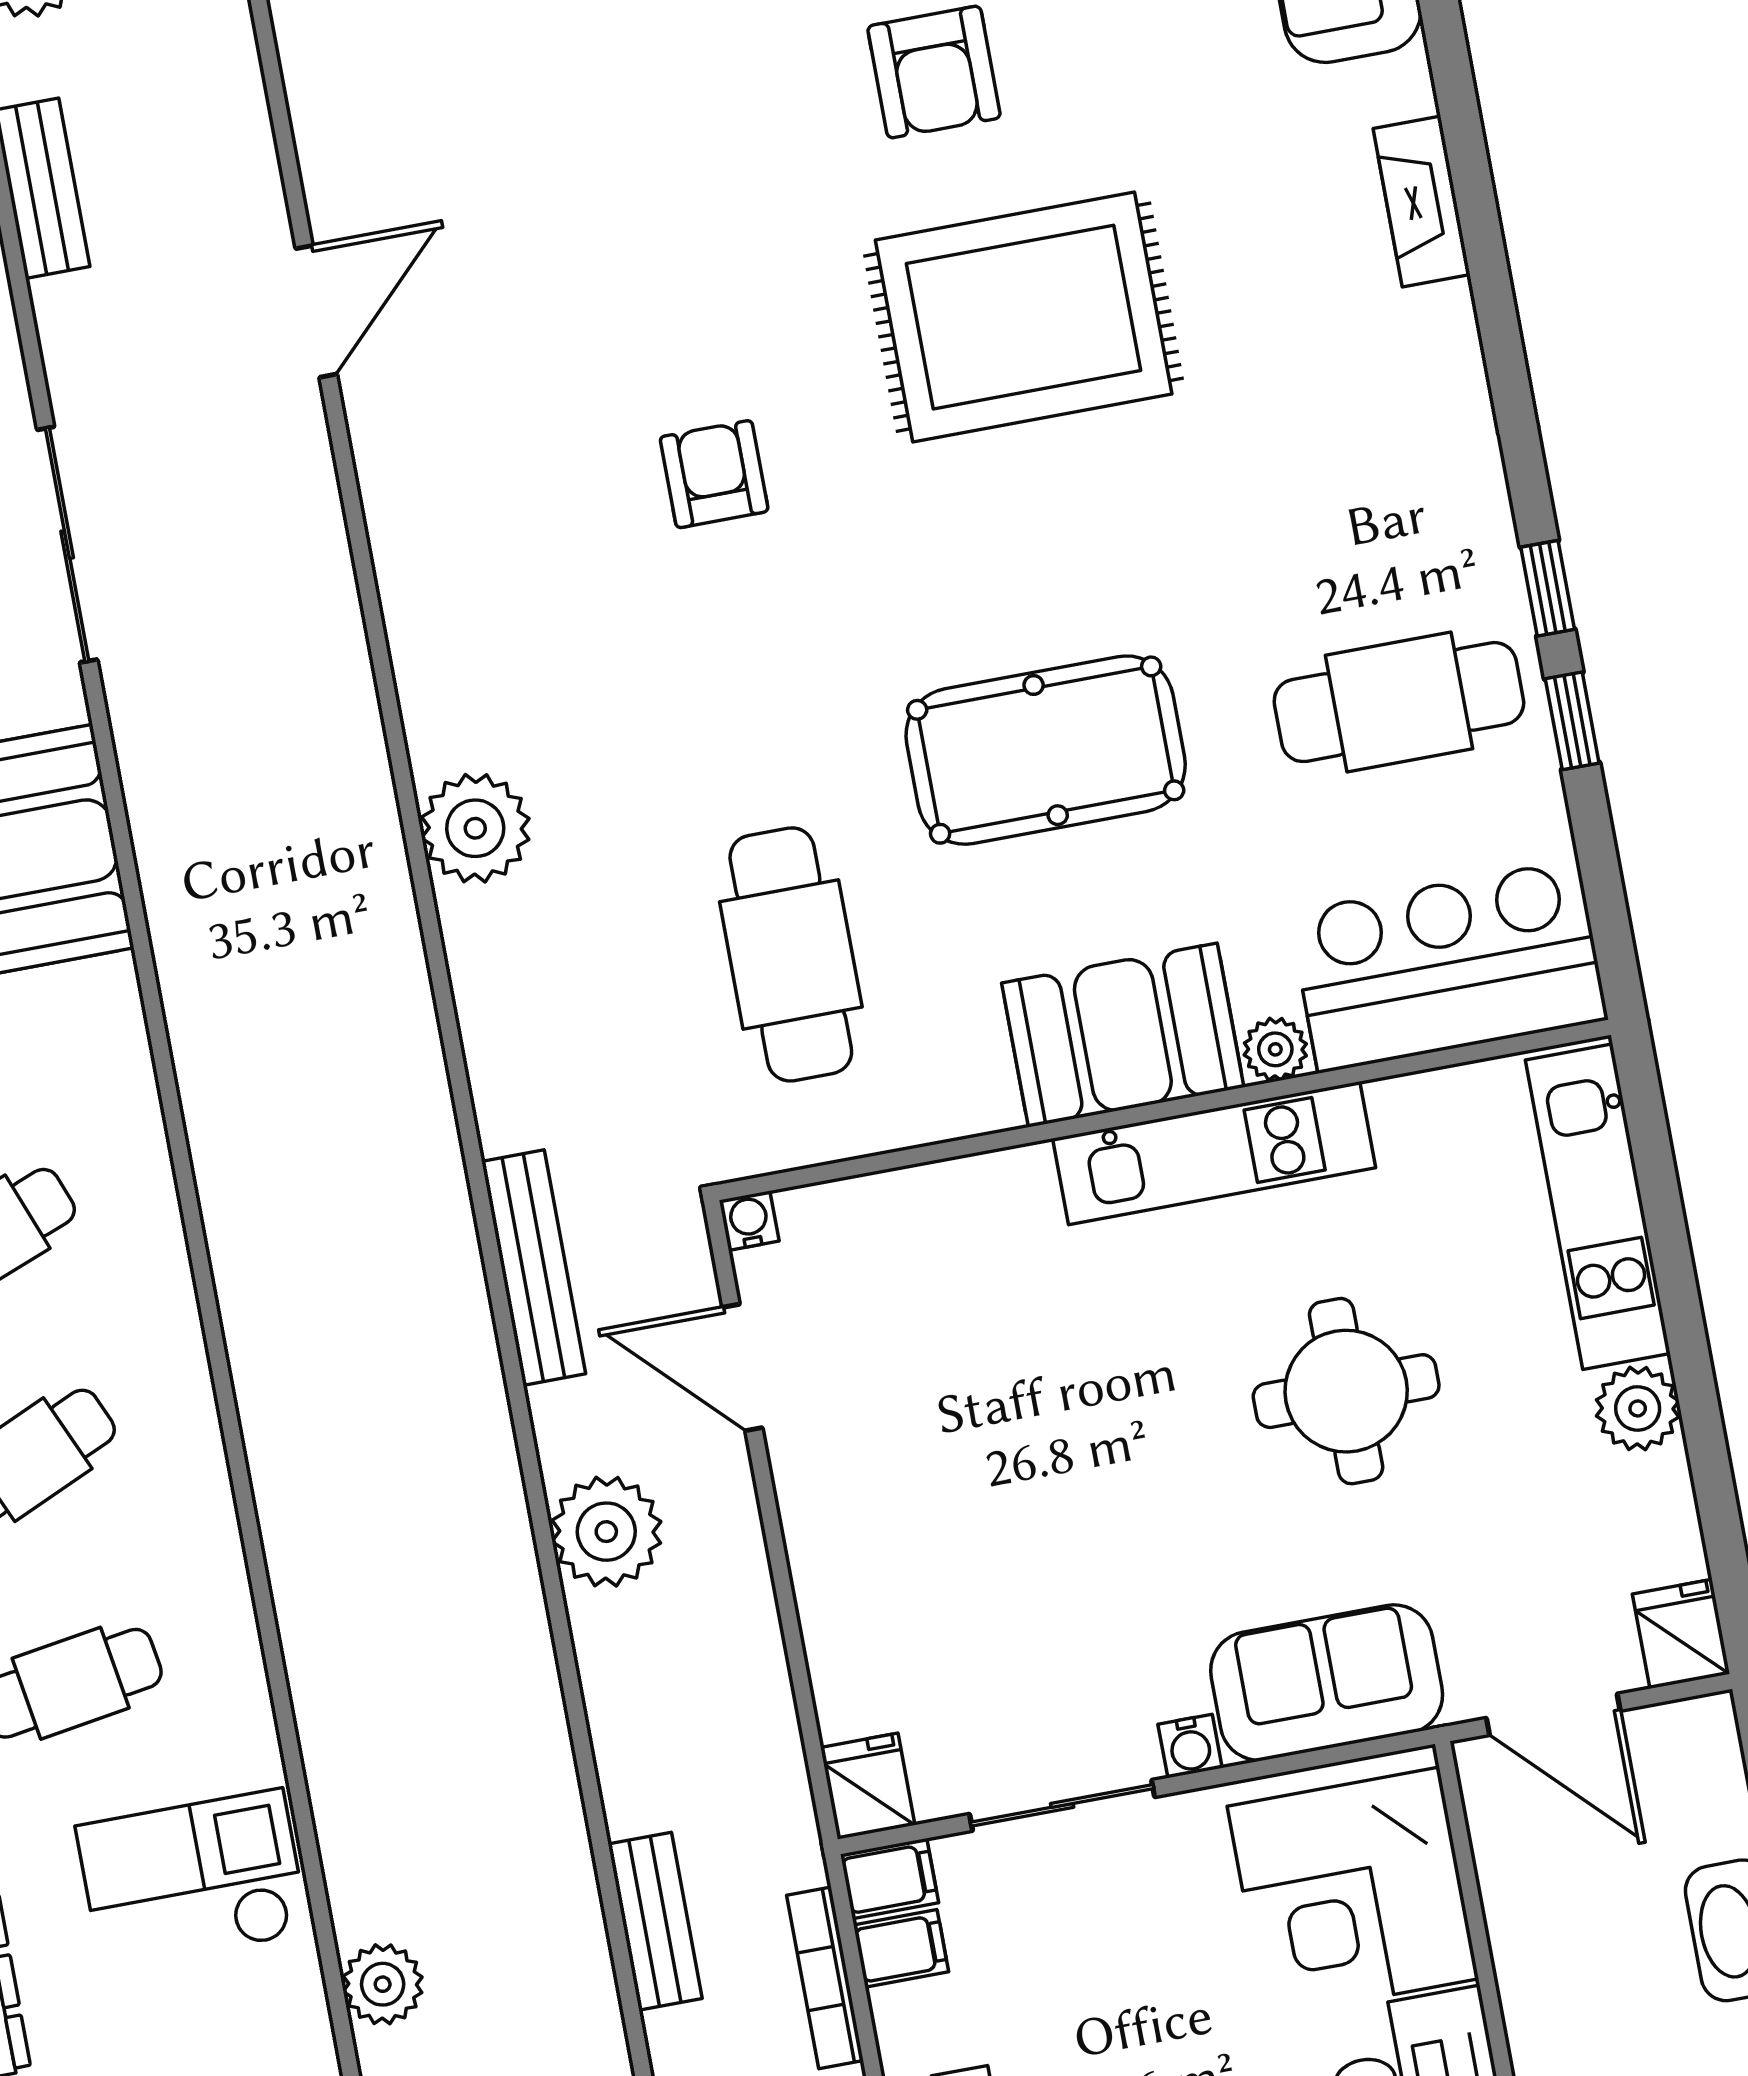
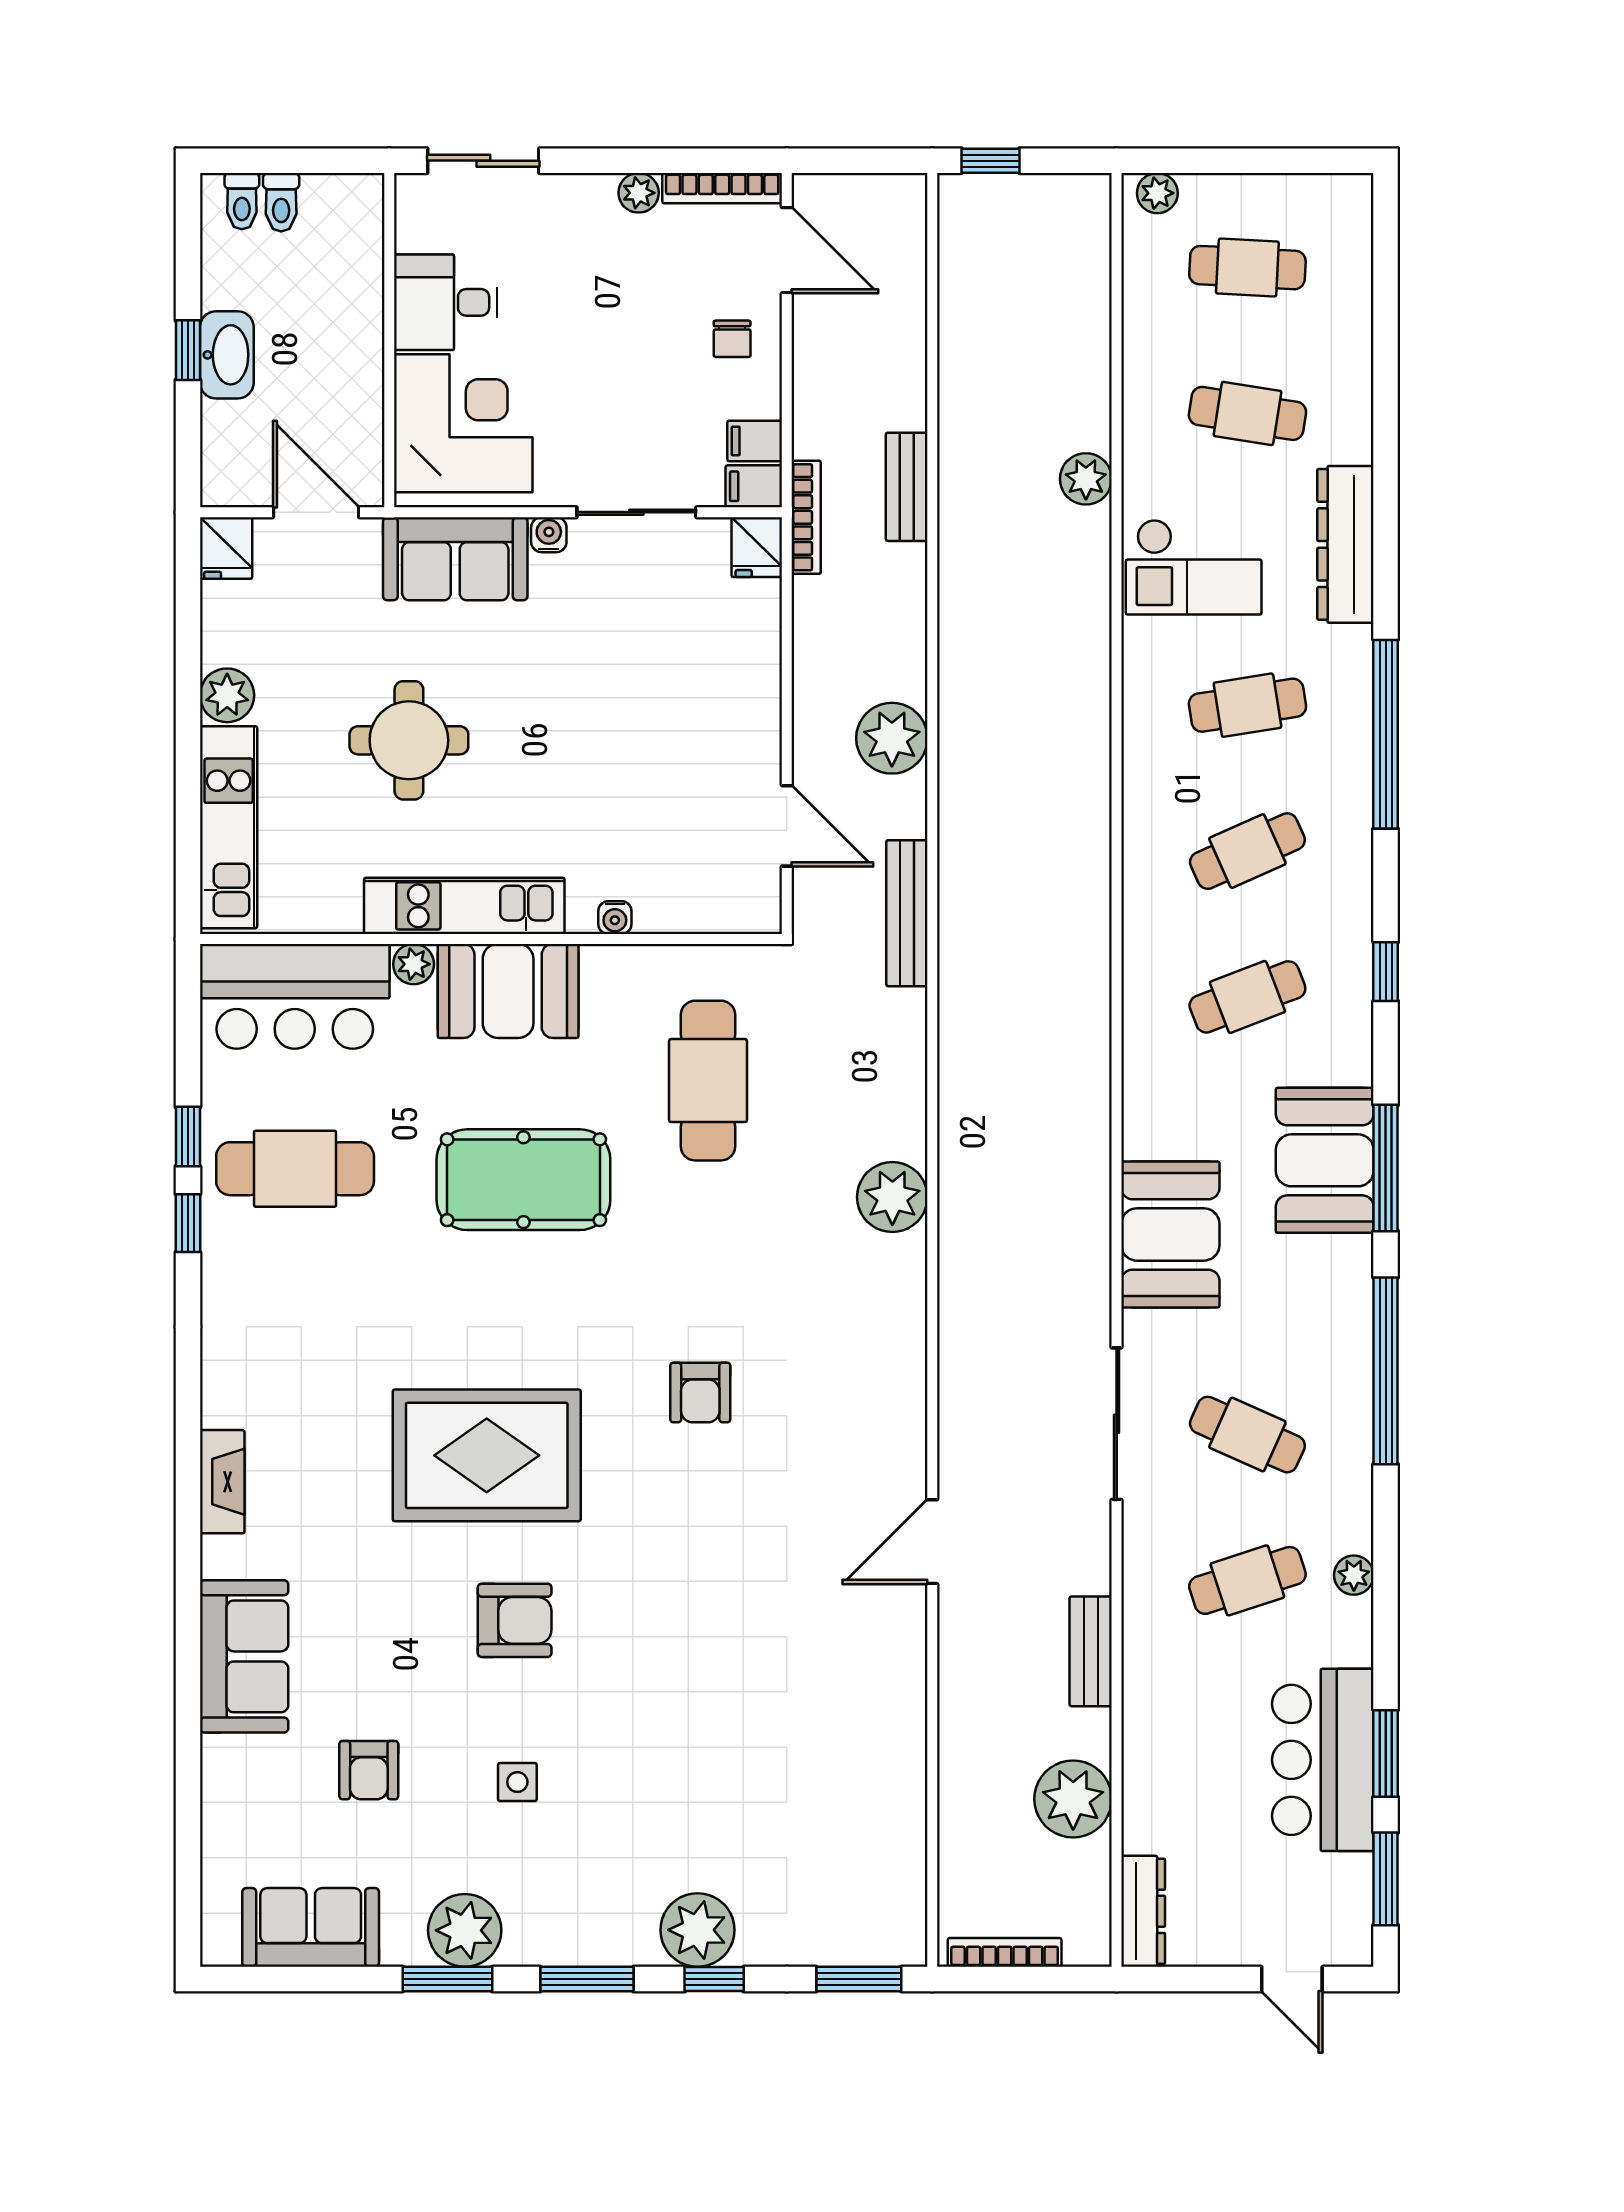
armchair: (934, 72) -> (515, 1620), turned 90
water cooler: (749, 1221) -> (615, 918), moved
bookcase: (825, 1978) -> (806, 517), moved

